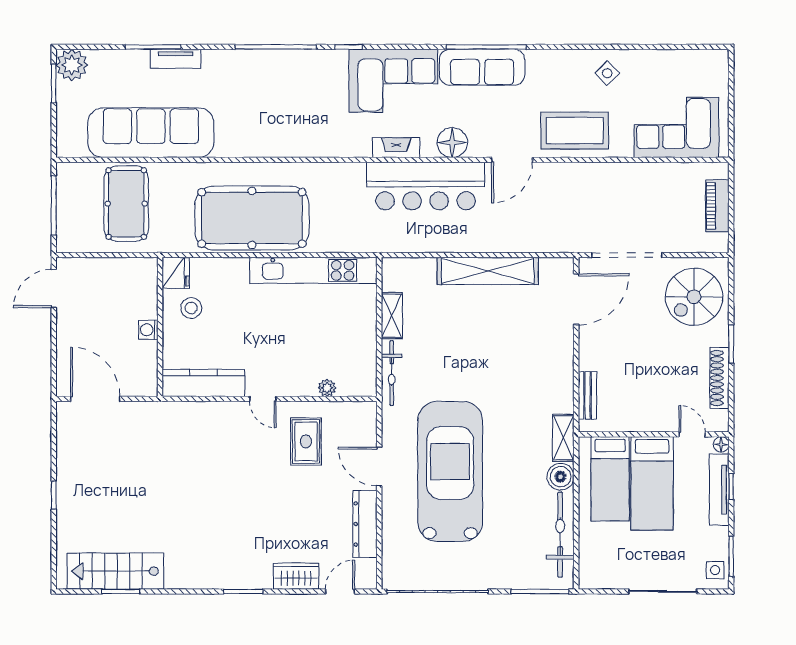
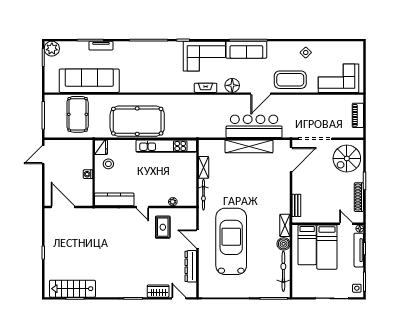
bar counter: (426, 186) -> (254, 126), moved, turned 180
door: (340, 591) -> (179, 298), hinge flipped

